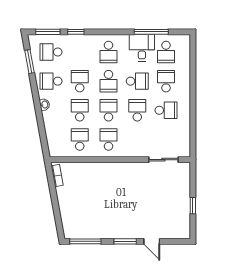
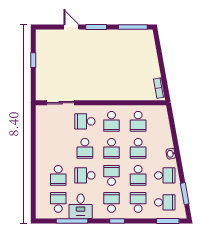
window: (76, 32) -> (117, 221), moved
school desk: (80, 52) -> (138, 202), added
school desk: (166, 110) -> (85, 121), moved

